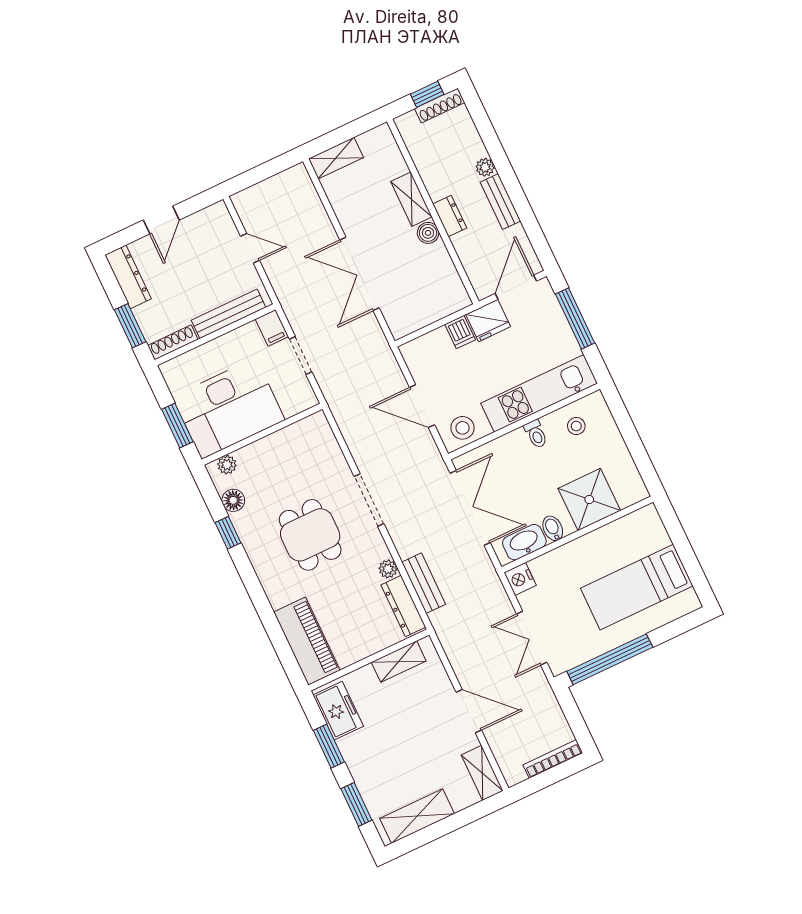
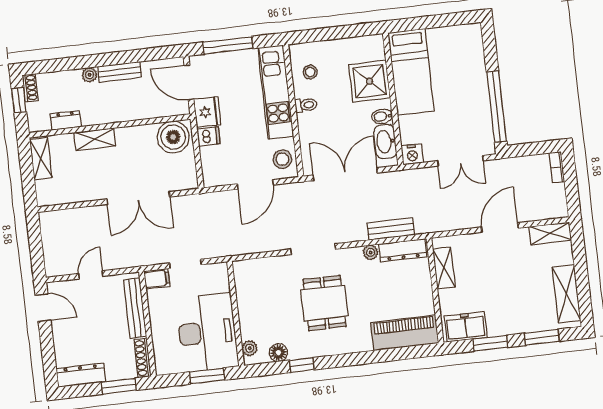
shoe rack: (440, 106) -> (30, 88), width x0.70
shelving: (336, 158) -> (41, 159), moved
dresser: (450, 216) -> (66, 120), moved
door: (161, 220) -> (43, 308), moved
boiler: (428, 233) -> (173, 137), moved, width x1.86, depth x1.86
dining table: (310, 535) -> (325, 303), turned 90
bed: (637, 587) -> (411, 72), moved
bookcase: (553, 759) -> (557, 167), width x0.64

